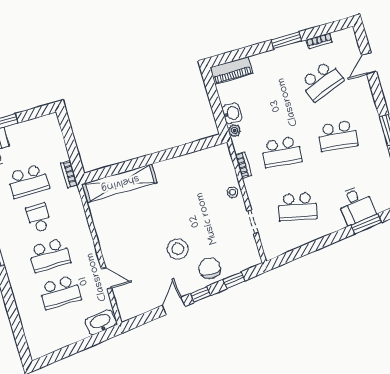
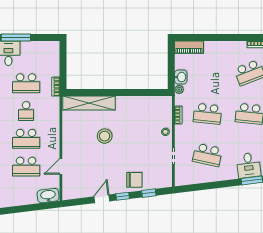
window: (287, 40) -> (233, 37), removed
school desk: (39, 218) -> (26, 111), turned 180
stool: (178, 249) -> (105, 136), moved
chair: (210, 268) -> (134, 180), turned 90
door: (106, 278) -> (61, 166), swing flipped

